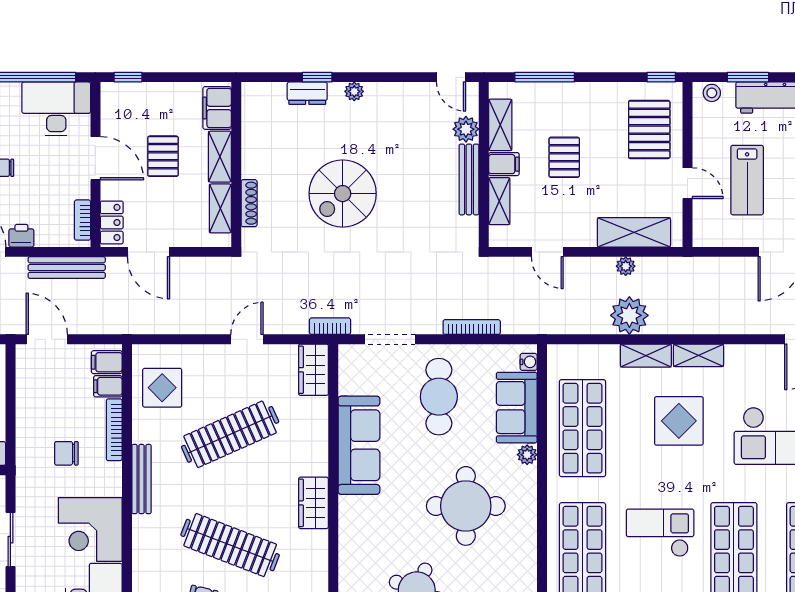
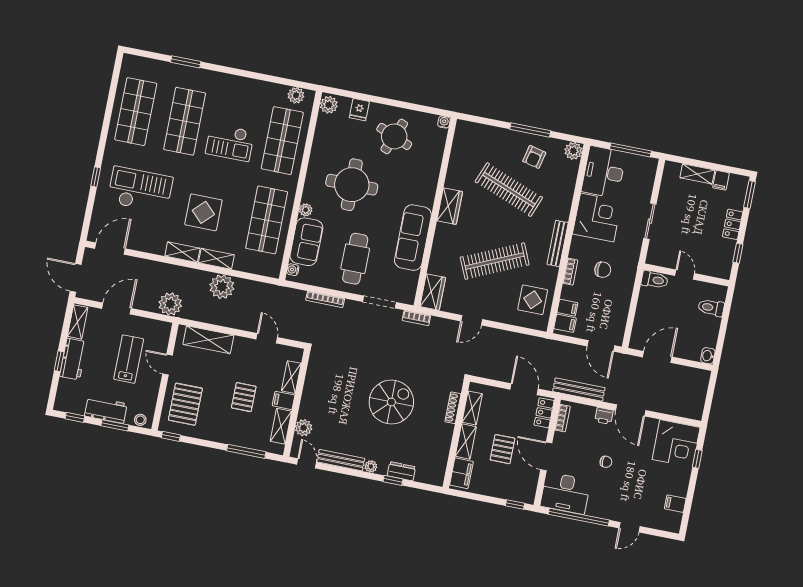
bench: (469, 179) -> (341, 460), moved, turned 90
plant: (626, 266) -> (170, 304), moved, width x1.87, depth x1.87
bookcase: (114, 430) -> (570, 272), width x0.64

